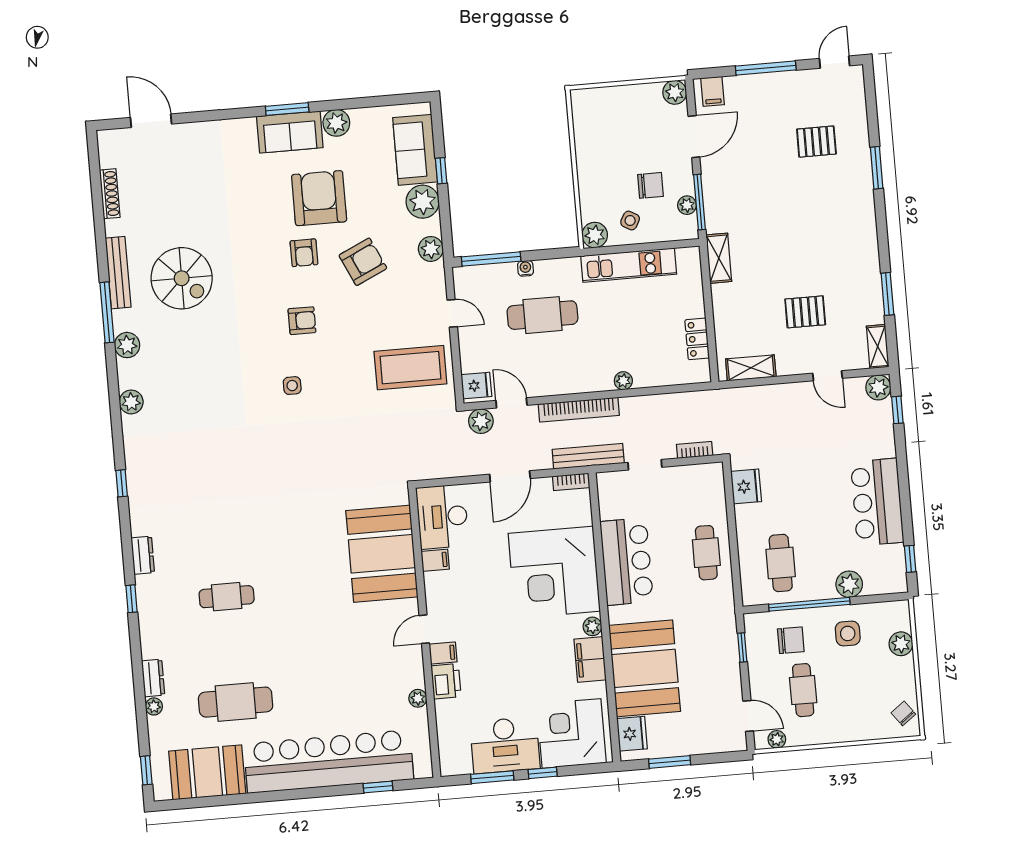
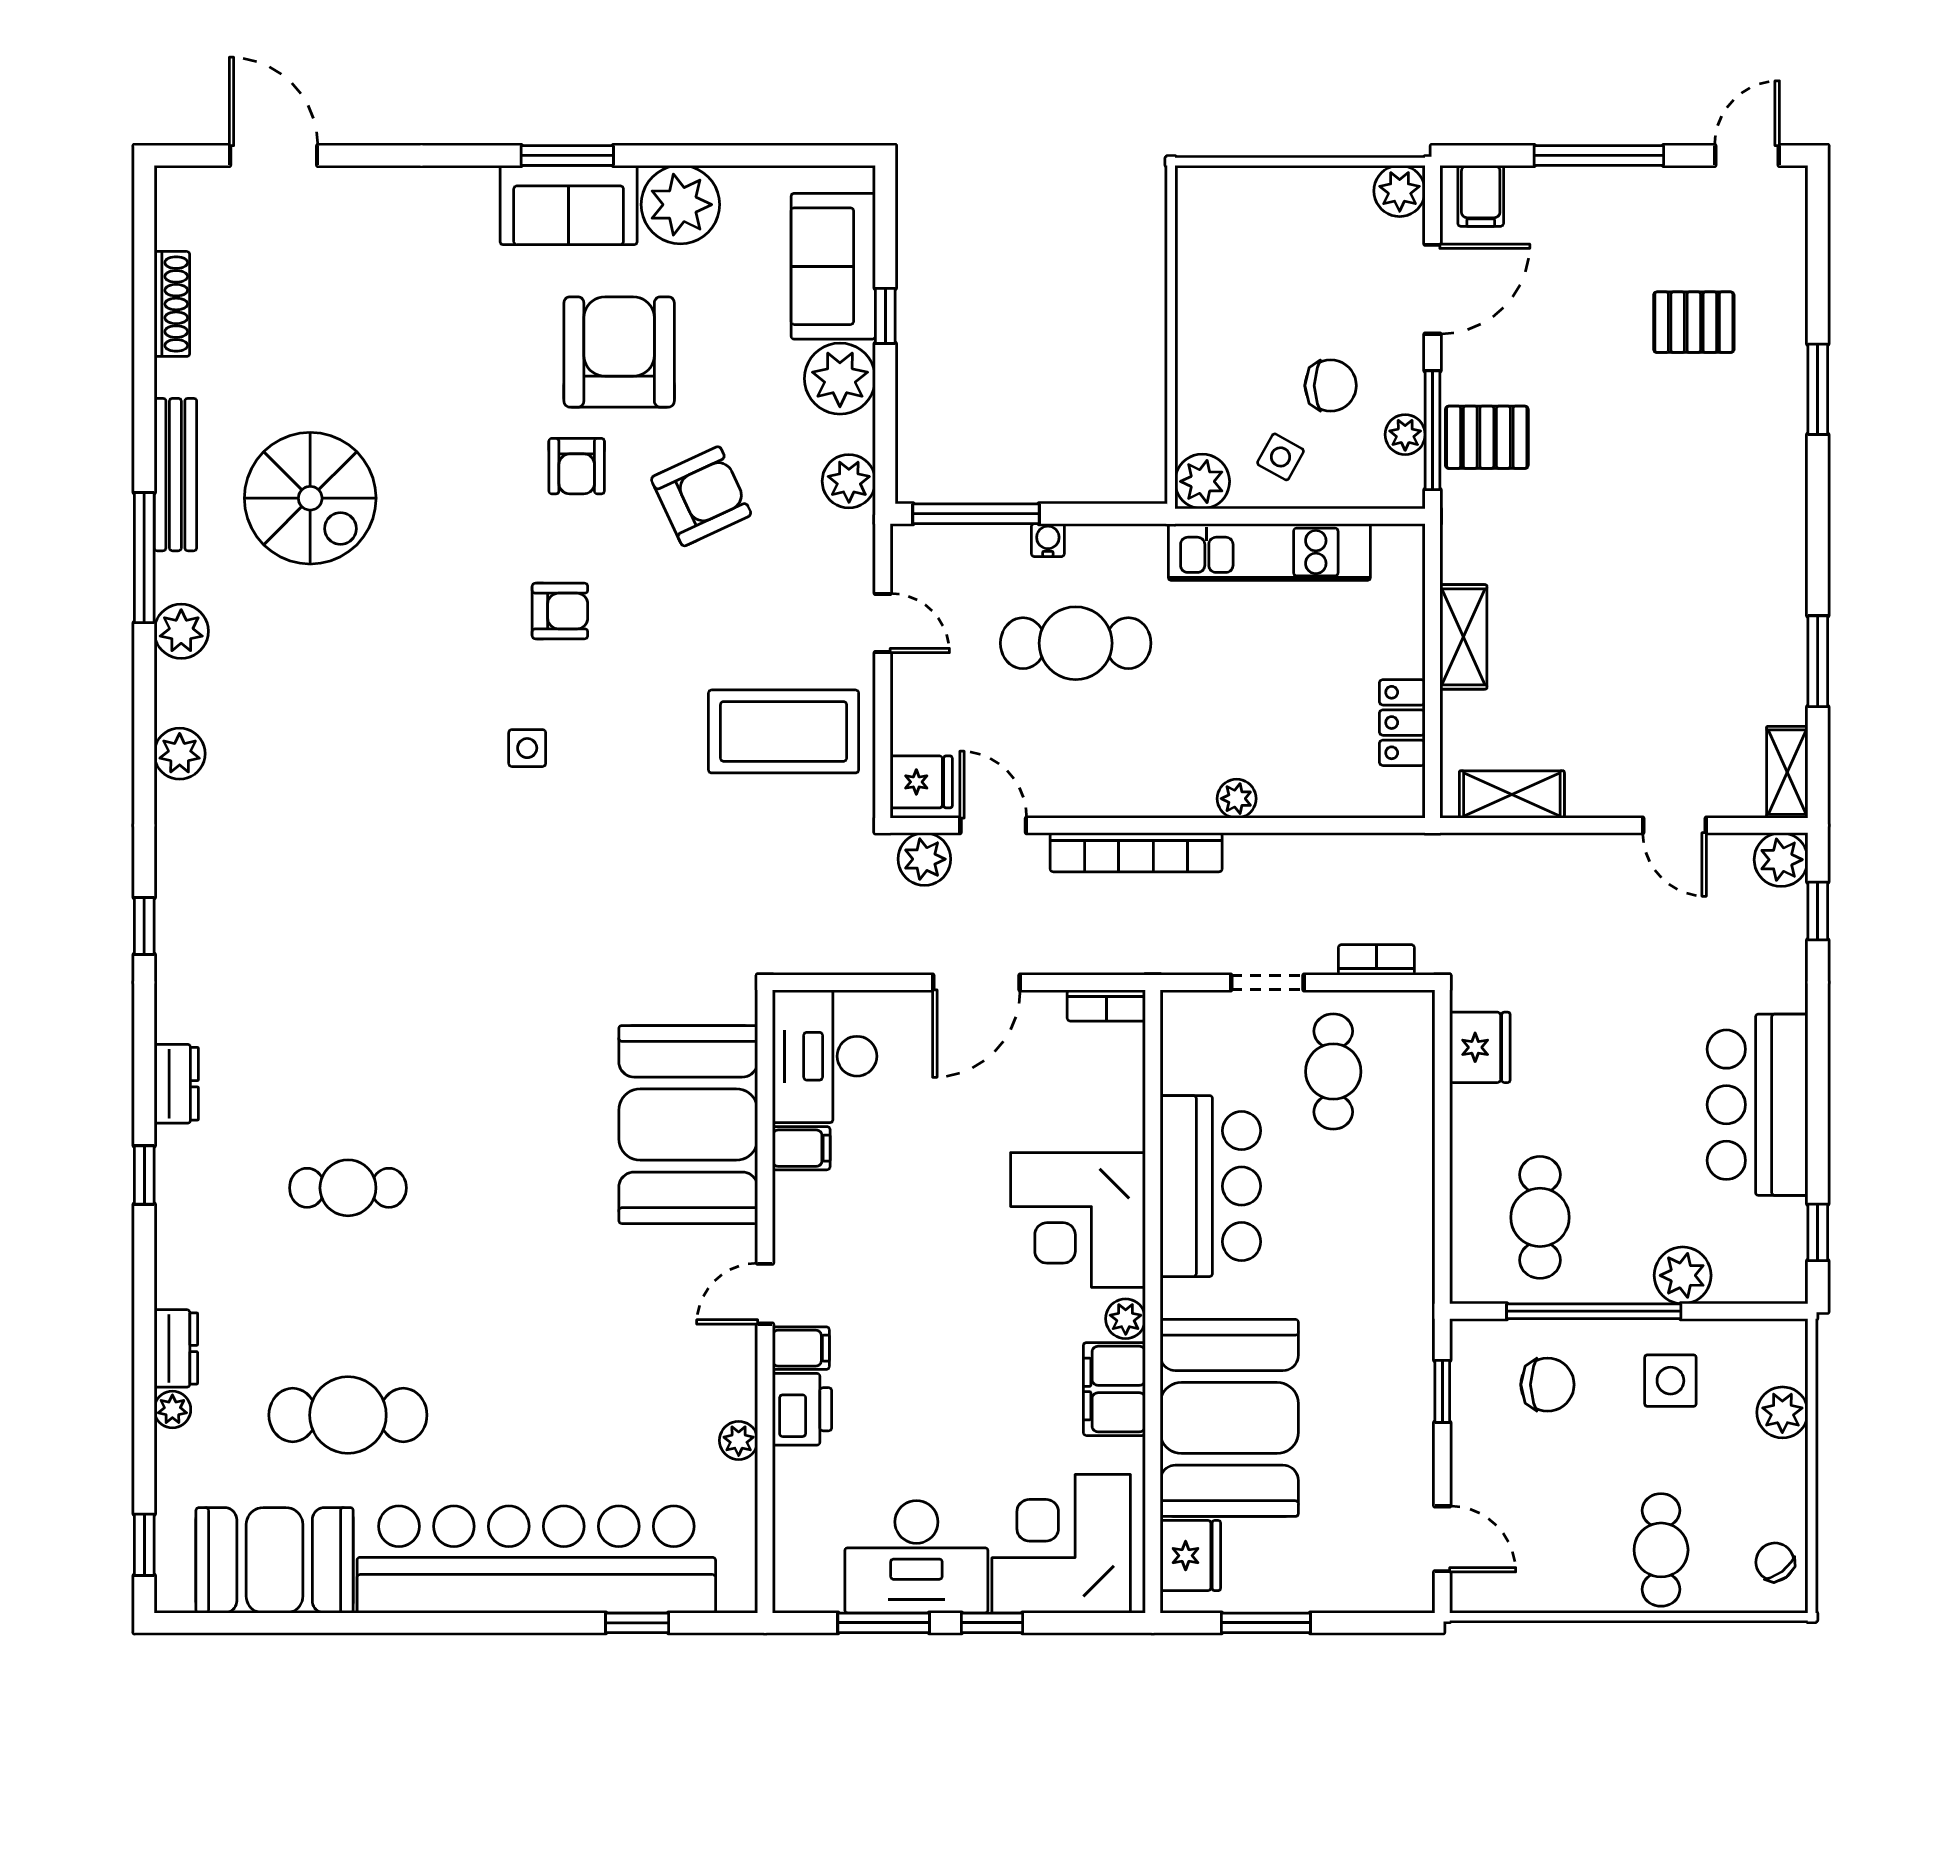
plant: (336, 123) -> (680, 205), width x1.36, depth x1.36
shelving: (719, 258) -> (1463, 637), moved
pallet: (805, 312) -> (1487, 437), moved
bench: (588, 456) -> (1148, 954), removed
cafe table: (706, 553) -> (1333, 1072), moved
corner desk: (554, 572) -> (1078, 1220), width x0.74, depth x0.74
cafe table: (803, 690) -> (1661, 1550), moved
plant: (777, 739) -> (1499, 1594), removed

